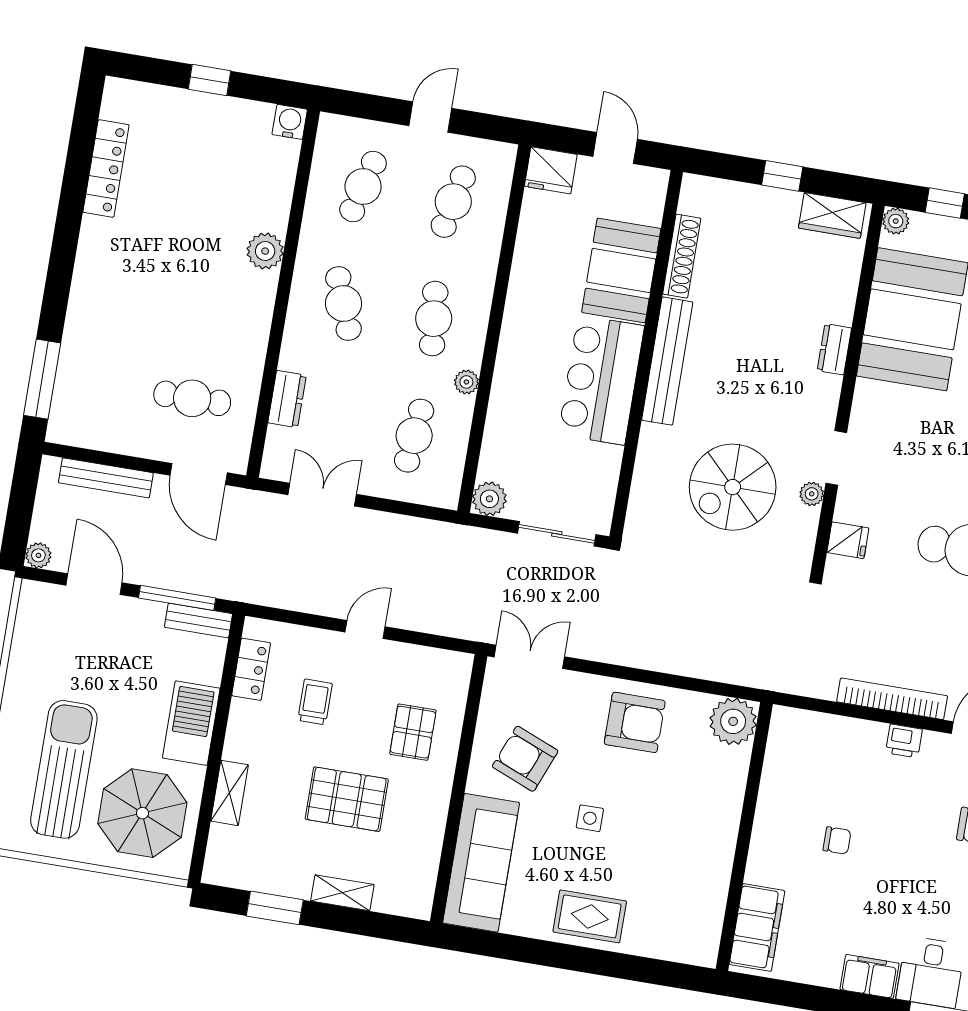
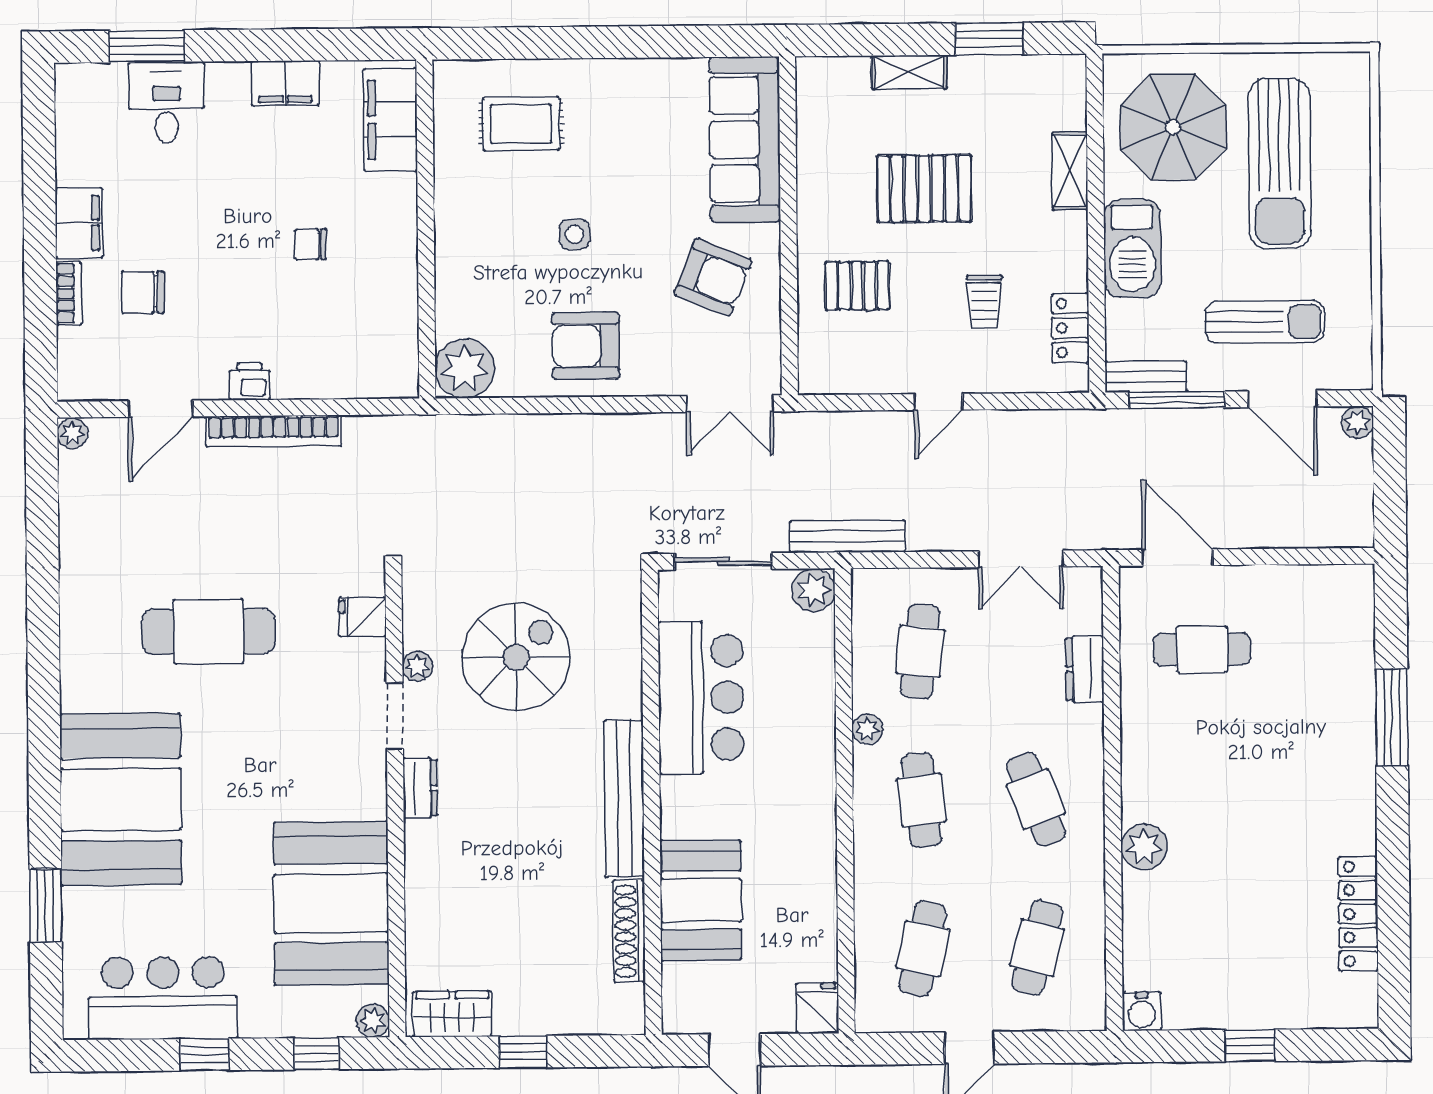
fridge: (551, 170) -> (817, 1008), width x0.72
dresser: (834, 349) -> (420, 788), moved
window: (42, 379) -> (1392, 717), moved
bar counter: (601, 380) -> (701, 697), moved
bench: (106, 478) -> (847, 536), moved
sun lounger: (97, 647) -> (1265, 322), added
pallet: (413, 732) -> (857, 286), turned 90
side table: (590, 818) -> (574, 234), moved
rug: (590, 916) -> (521, 124), moved
filing cabinet: (870, 976) -> (285, 83), moved

